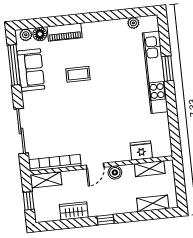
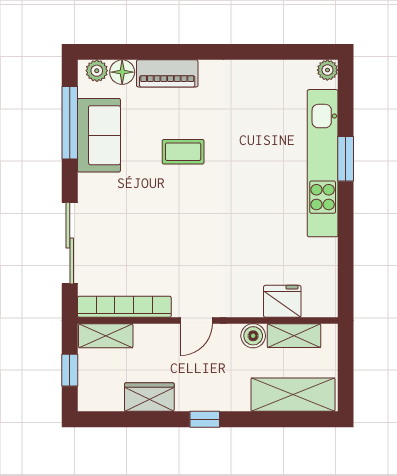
plant: (133, 23) -> (327, 70), moved
boiler: (115, 172) -> (253, 336), moved
shelving: (153, 203) -> (293, 395), width x1.50, depth x1.33

